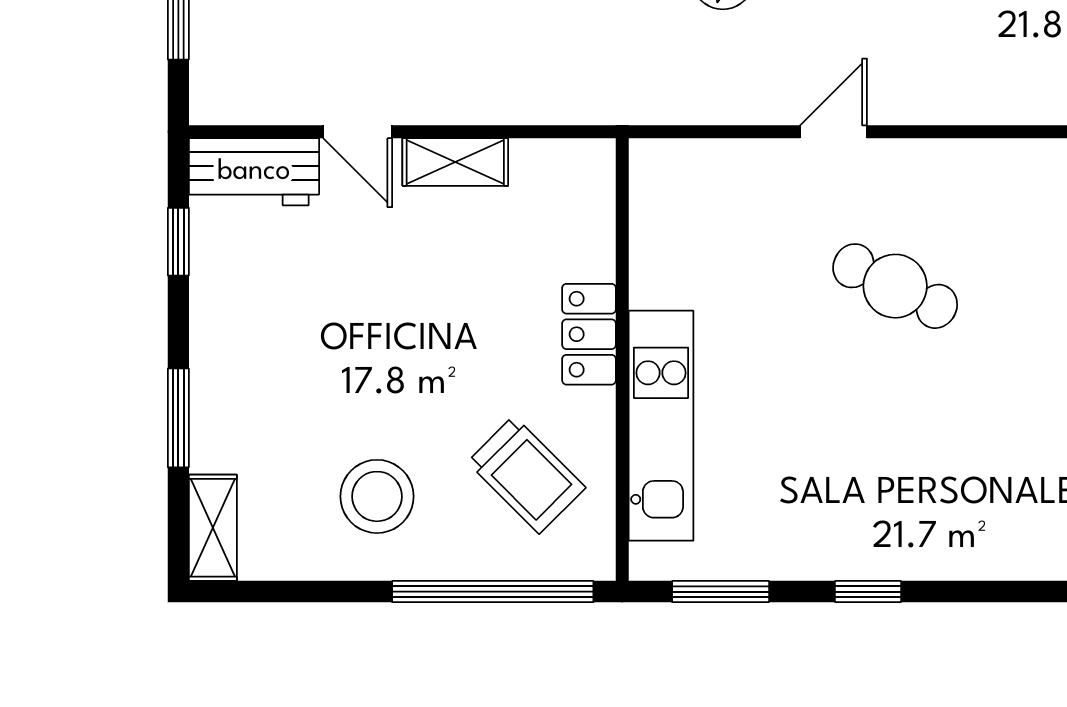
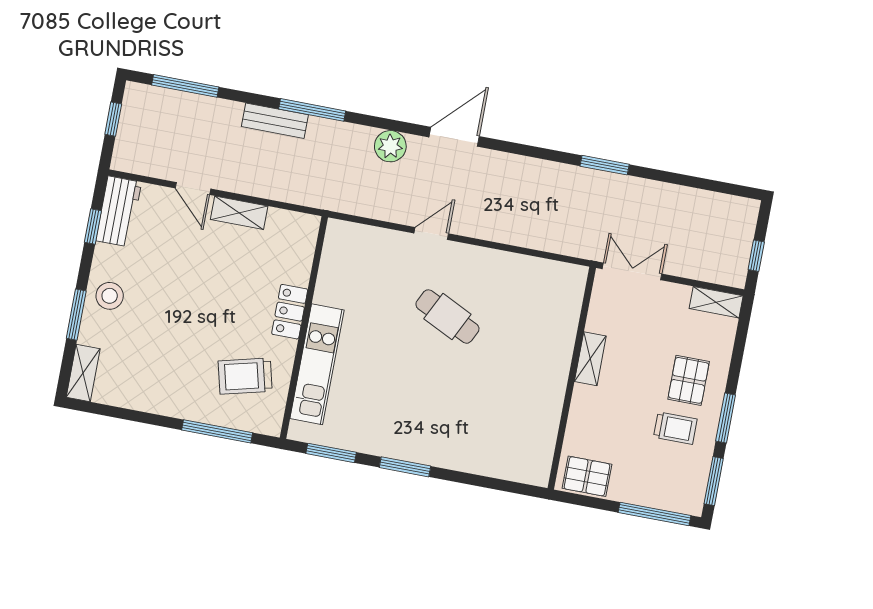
workbench: (254, 172) -> (119, 211), moved, turned -90
trolley: (526, 475) -> (245, 376), turned 121
stool: (377, 496) -> (110, 296), moved, width x0.73, depth x0.73
window: (493, 592) -> (217, 431), width x0.68
window: (868, 592) -> (405, 467), width x1.50

